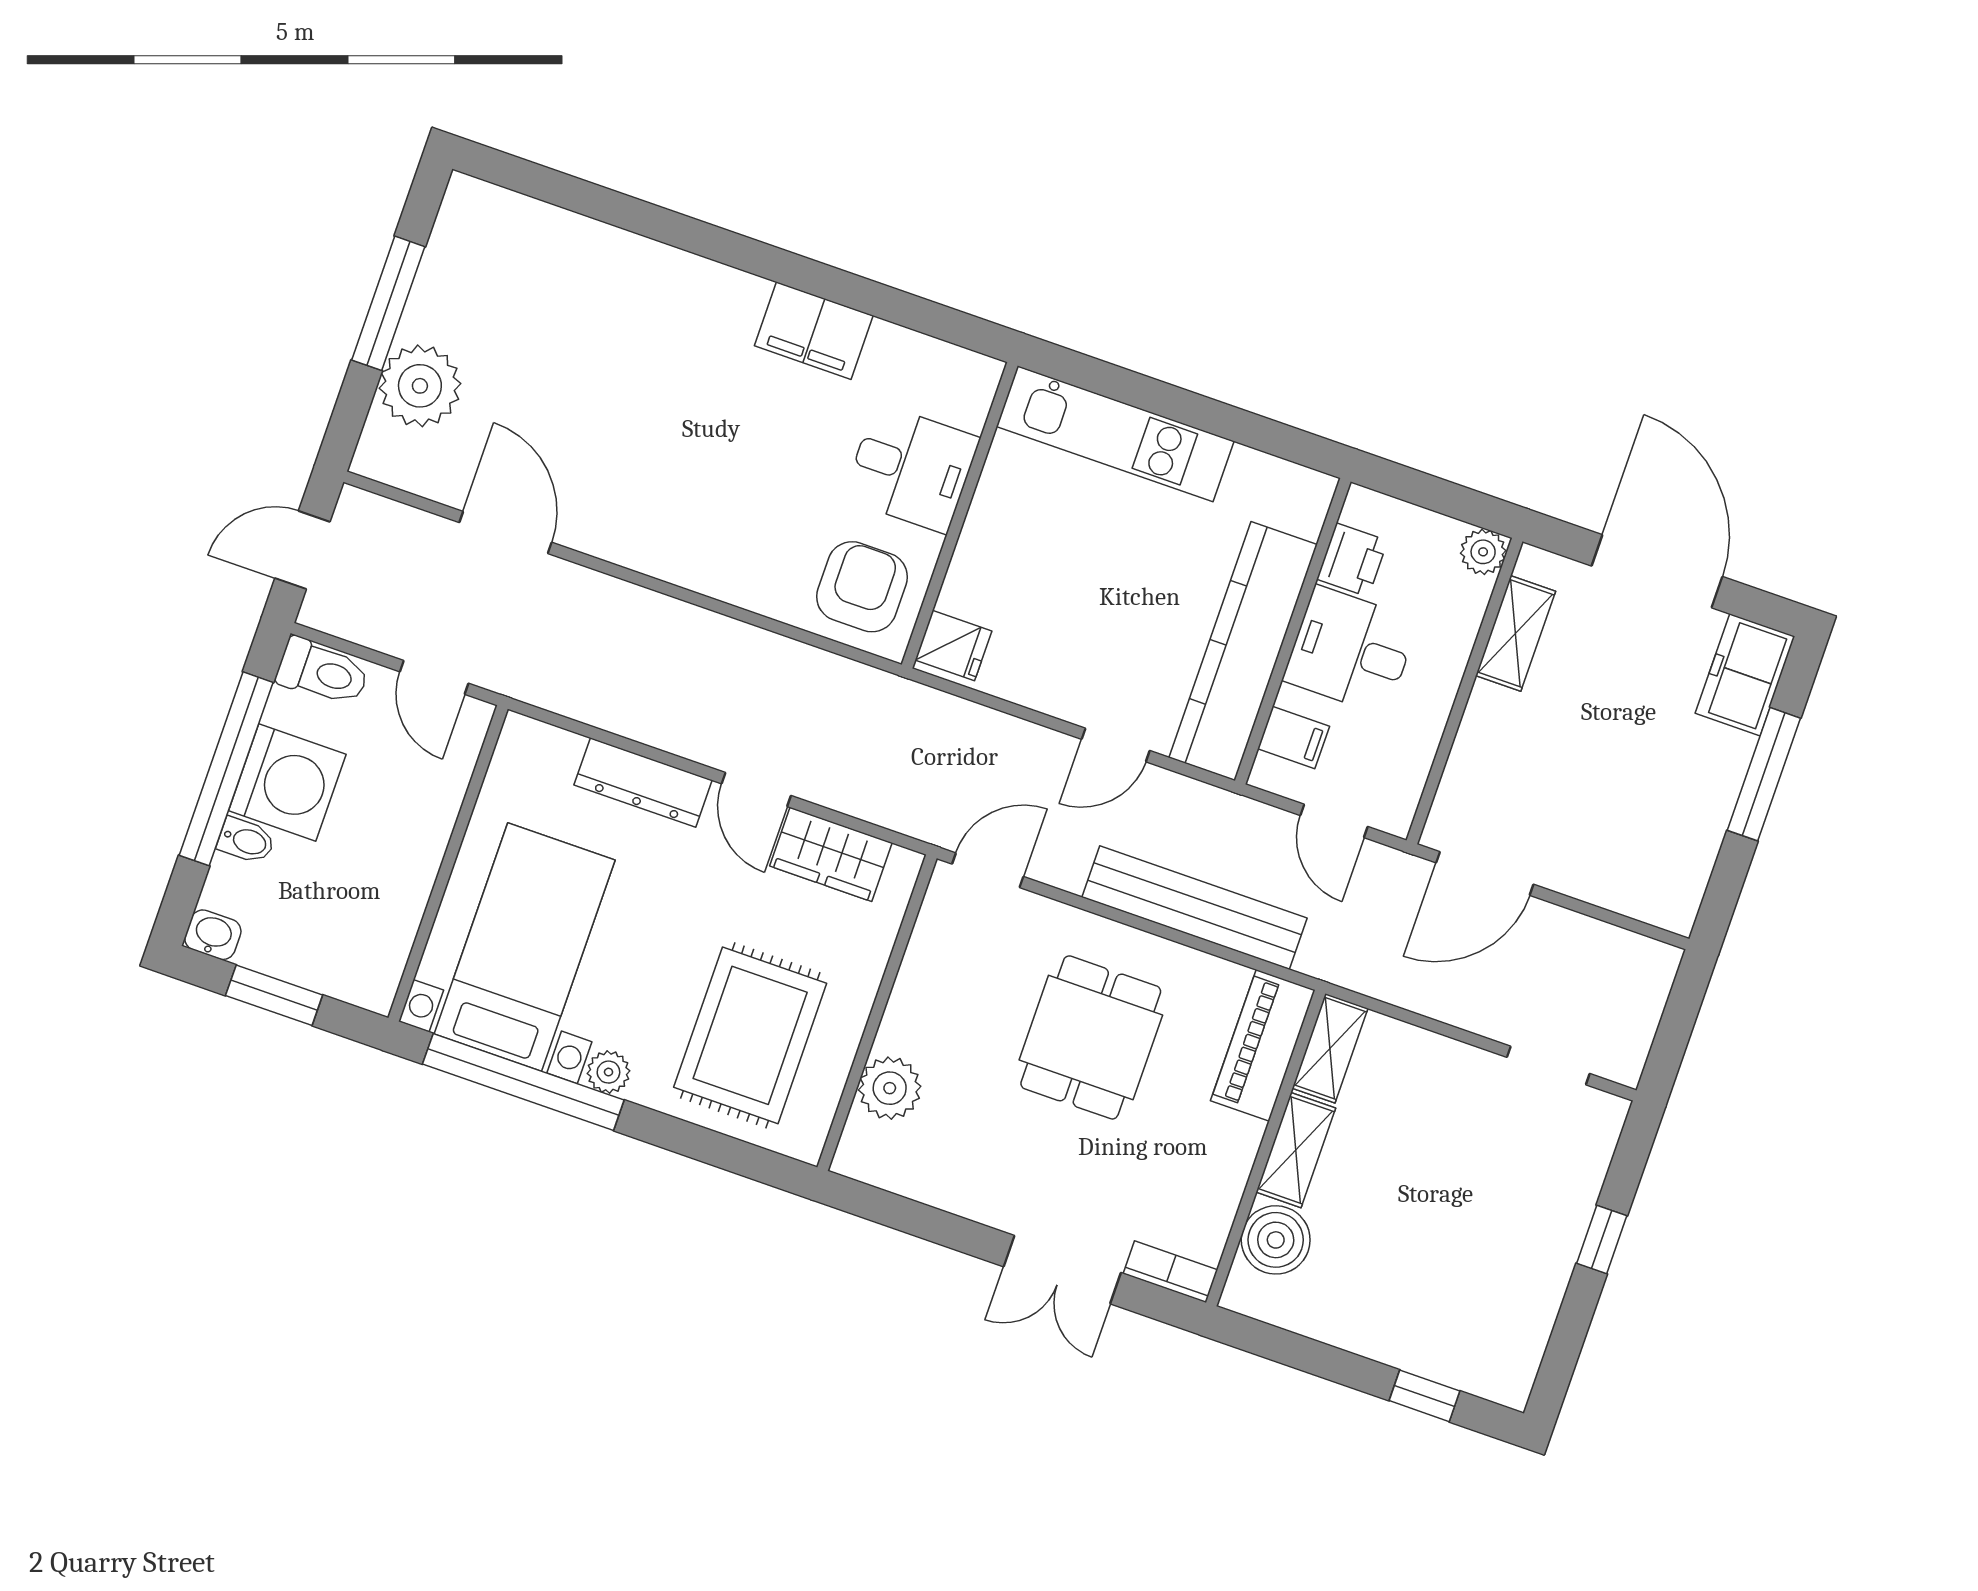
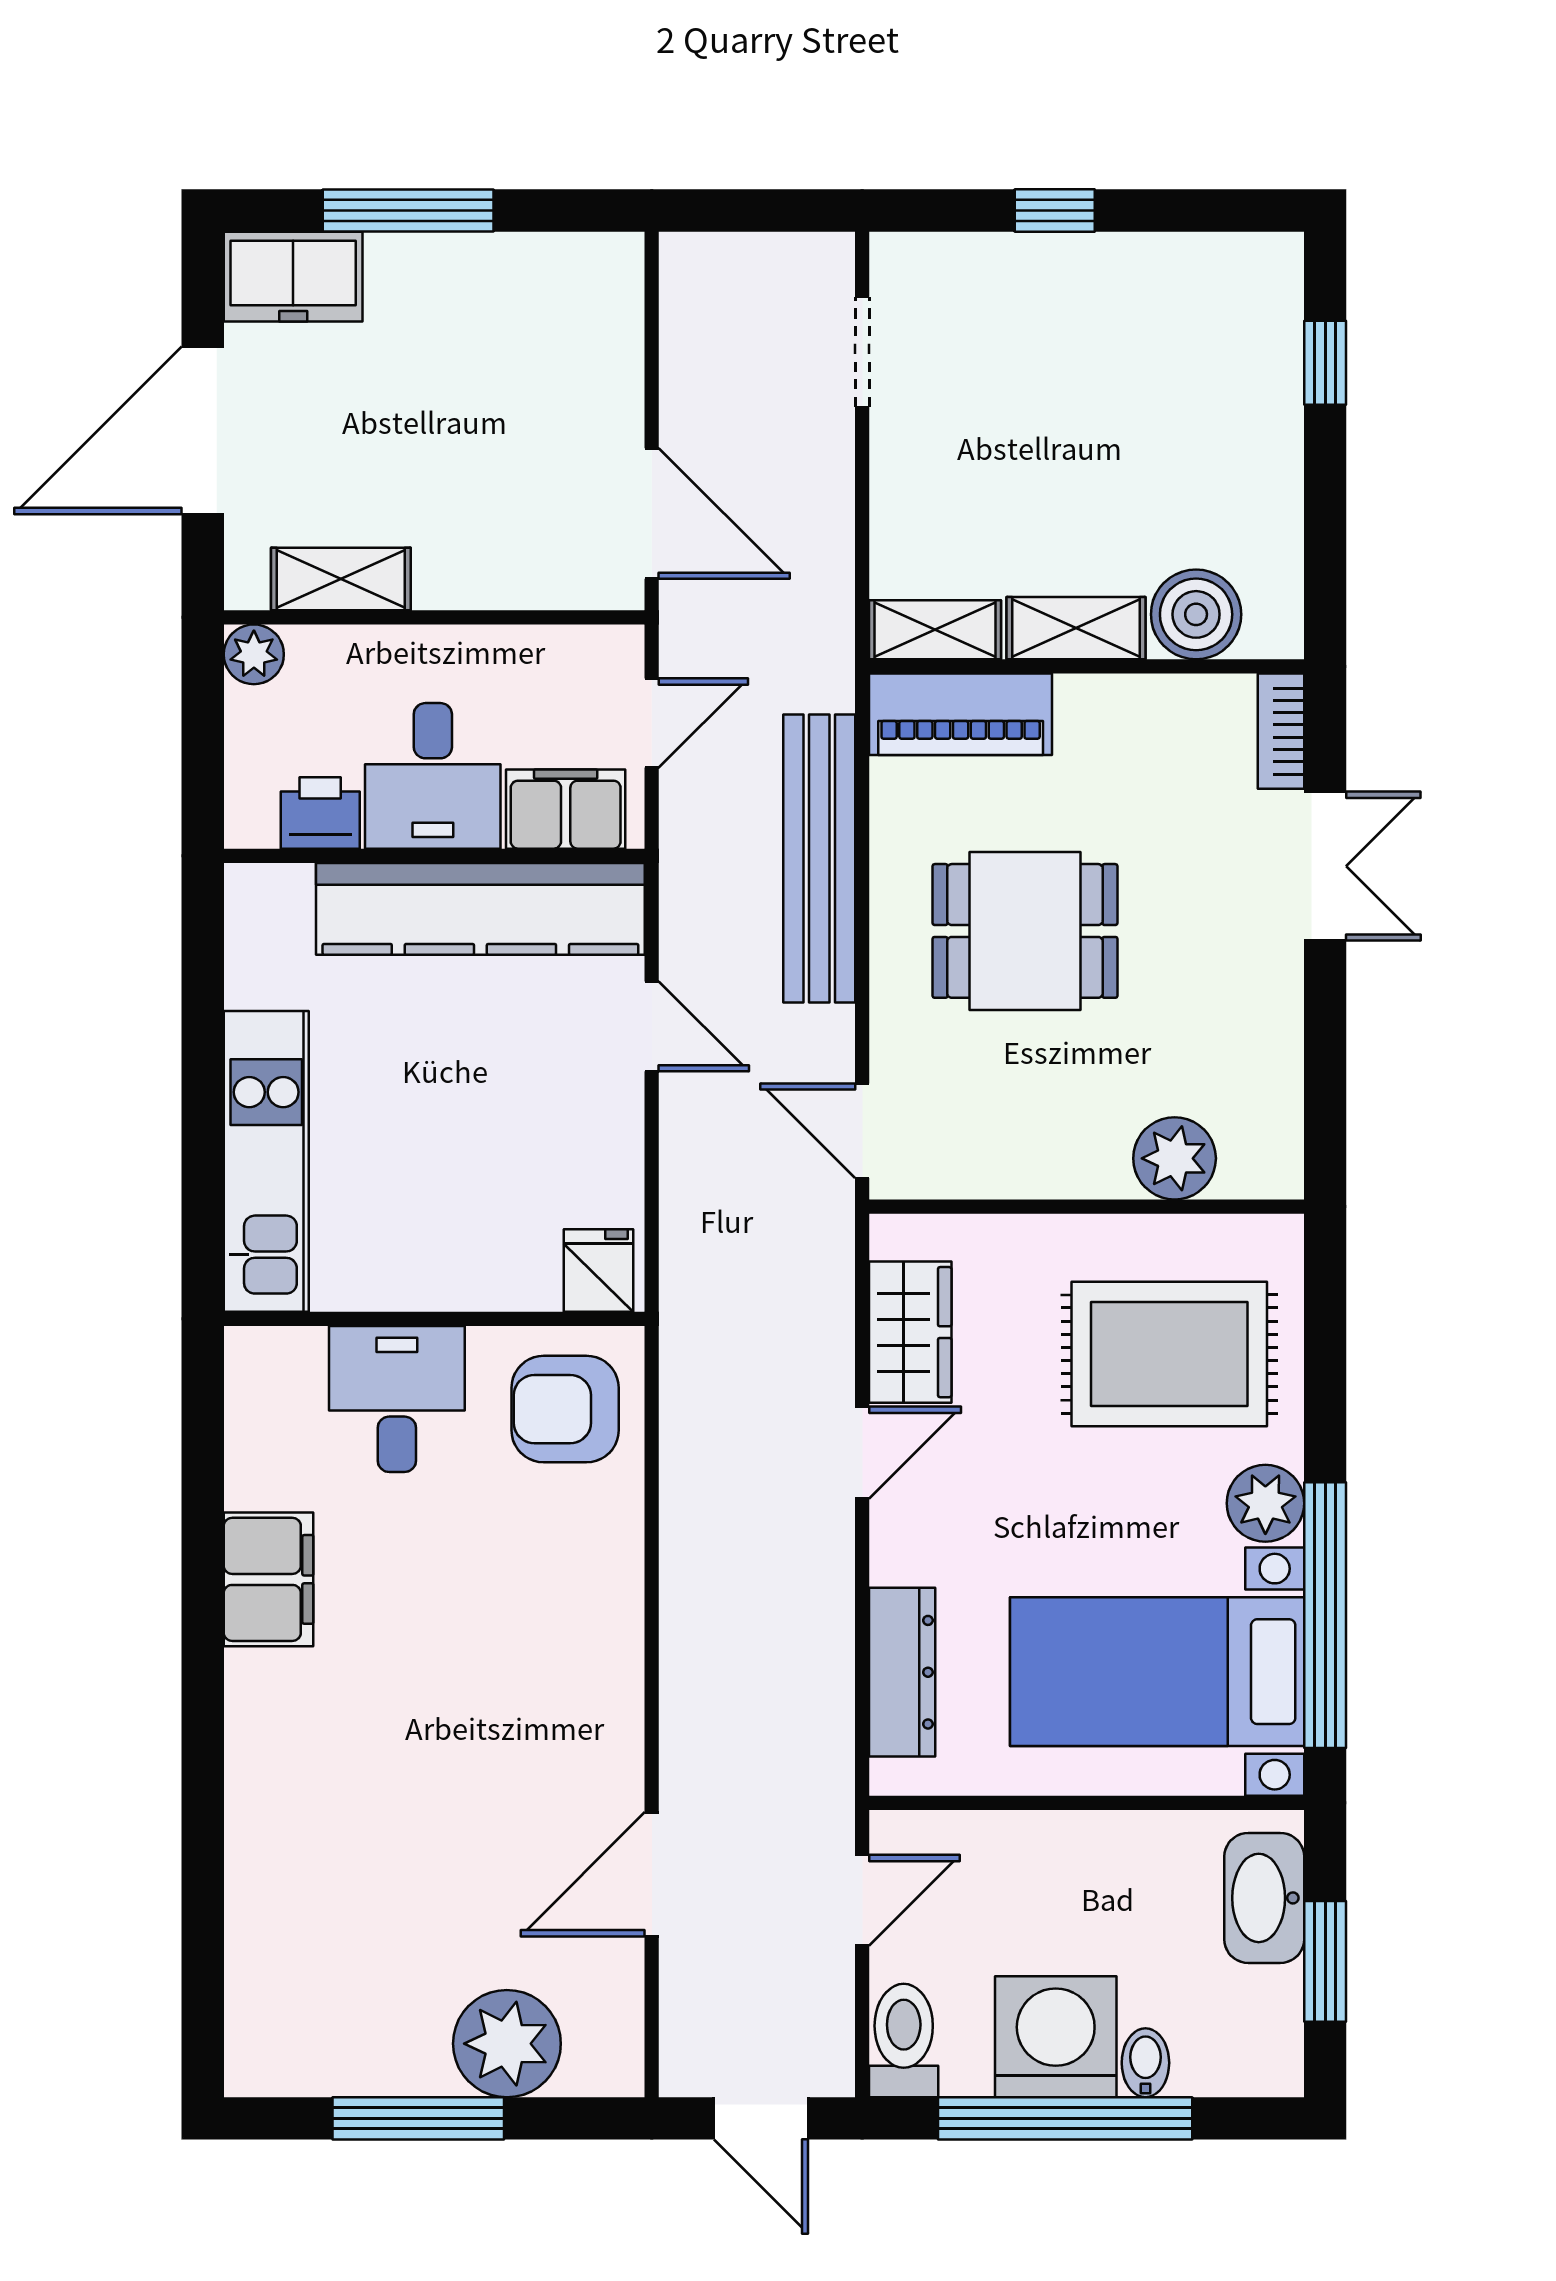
filing cabinet: (1294, 738) -> (566, 809), width x2.00
dresser: (643, 782) -> (902, 1672), moved
washbasin: (213, 935) -> (1264, 1898), moved, width x1.91, depth x1.45
plant: (608, 1072) -> (1265, 1503), width x1.38, depth x1.38

